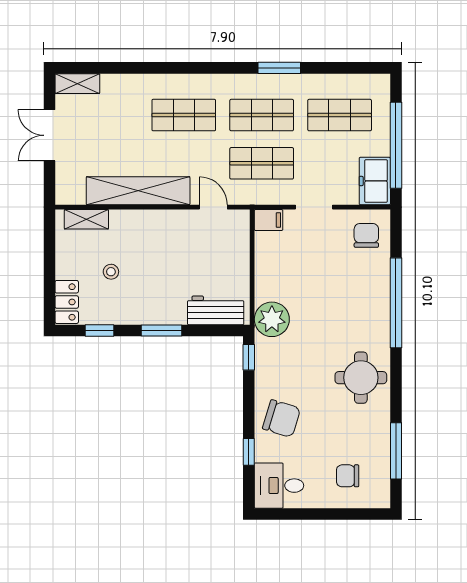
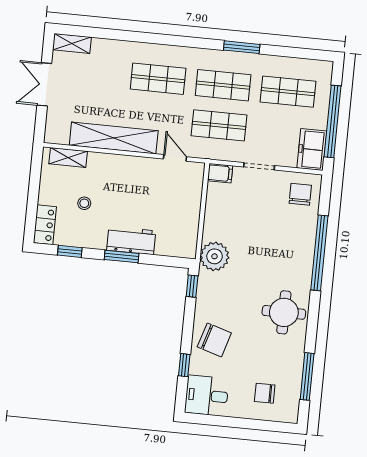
workbench: (216, 310) -> (131, 241), moved

